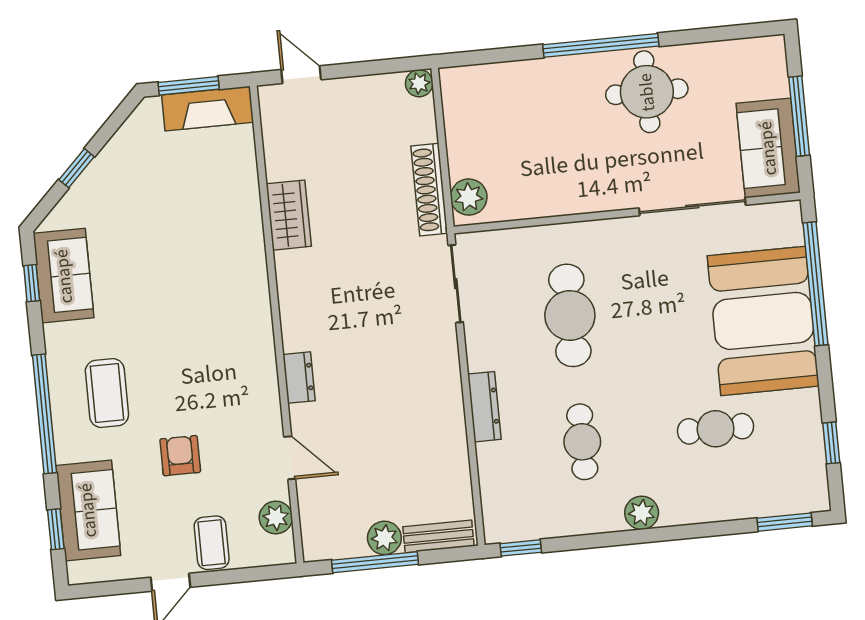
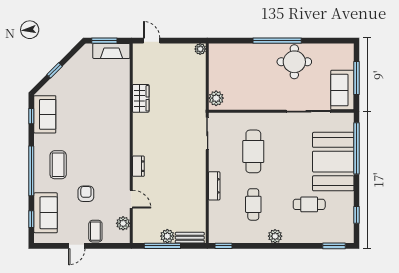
shoe rack: (429, 190) -> (200, 94), removed

